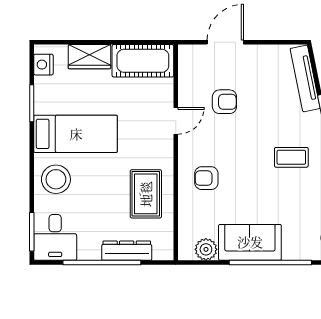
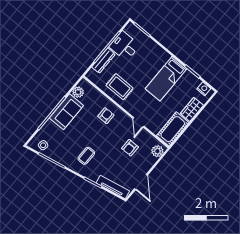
door: (225, 42) -> (141, 182), moved
plant: (195, 56) -> (157, 151), added
stool: (56, 179) -> (155, 56), removed
desk: (55, 237) -> (124, 46), moved

